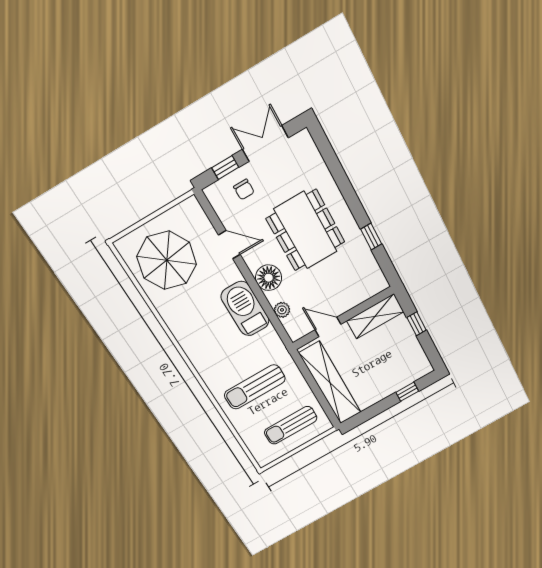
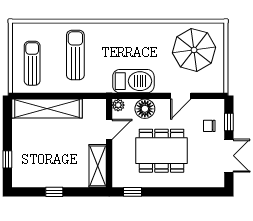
shelving: (375, 316) -> (98, 166), moved
wall: (343, 318) -> (109, 143), moved
door: (328, 327) -> (109, 129), moved

